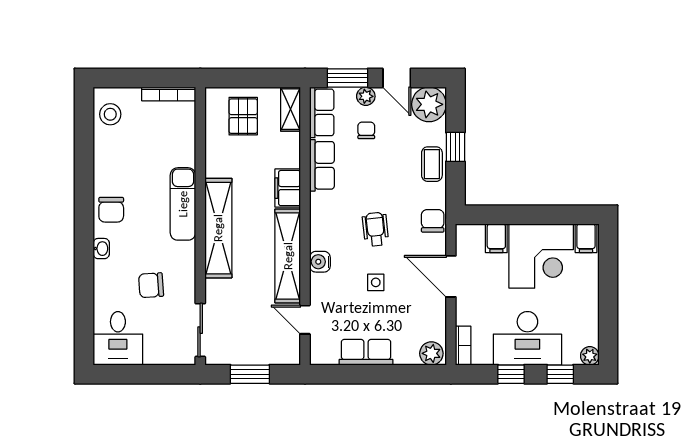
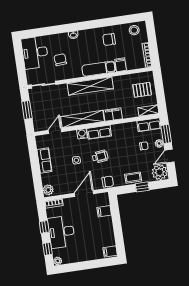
filing cabinet: (181, 155) -> (121, 65), added
row of seats: (322, 165) -> (99, 132), moved
chair: (111, 210) -> (109, 39), moved
corner desk: (541, 256) -> (99, 233), removed
desk: (118, 338) -> (35, 53), width x1.37

